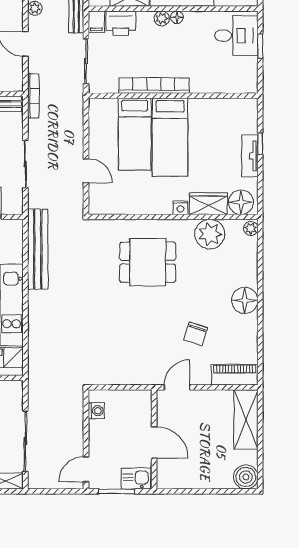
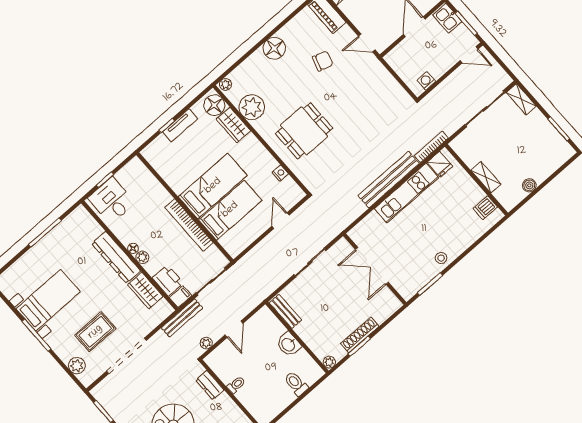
bookcase: (33, 96) -> (431, 147), moved
nightstand: (181, 208) -> (280, 173), moved
bench: (38, 249) -> (389, 180), moved
dining table: (148, 262) -> (304, 131), turned 90

